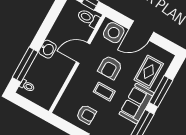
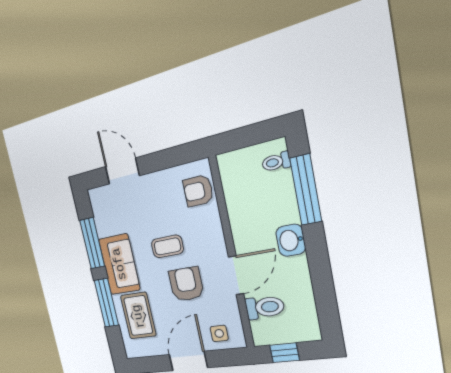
toilet: (88, 18) -> (265, 307), moved
side table: (114, 33) -> (219, 333), width x0.54, depth x0.54
armchair: (86, 114) -> (198, 191), moved

